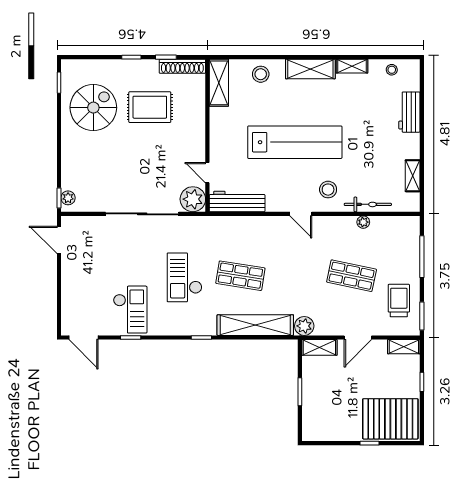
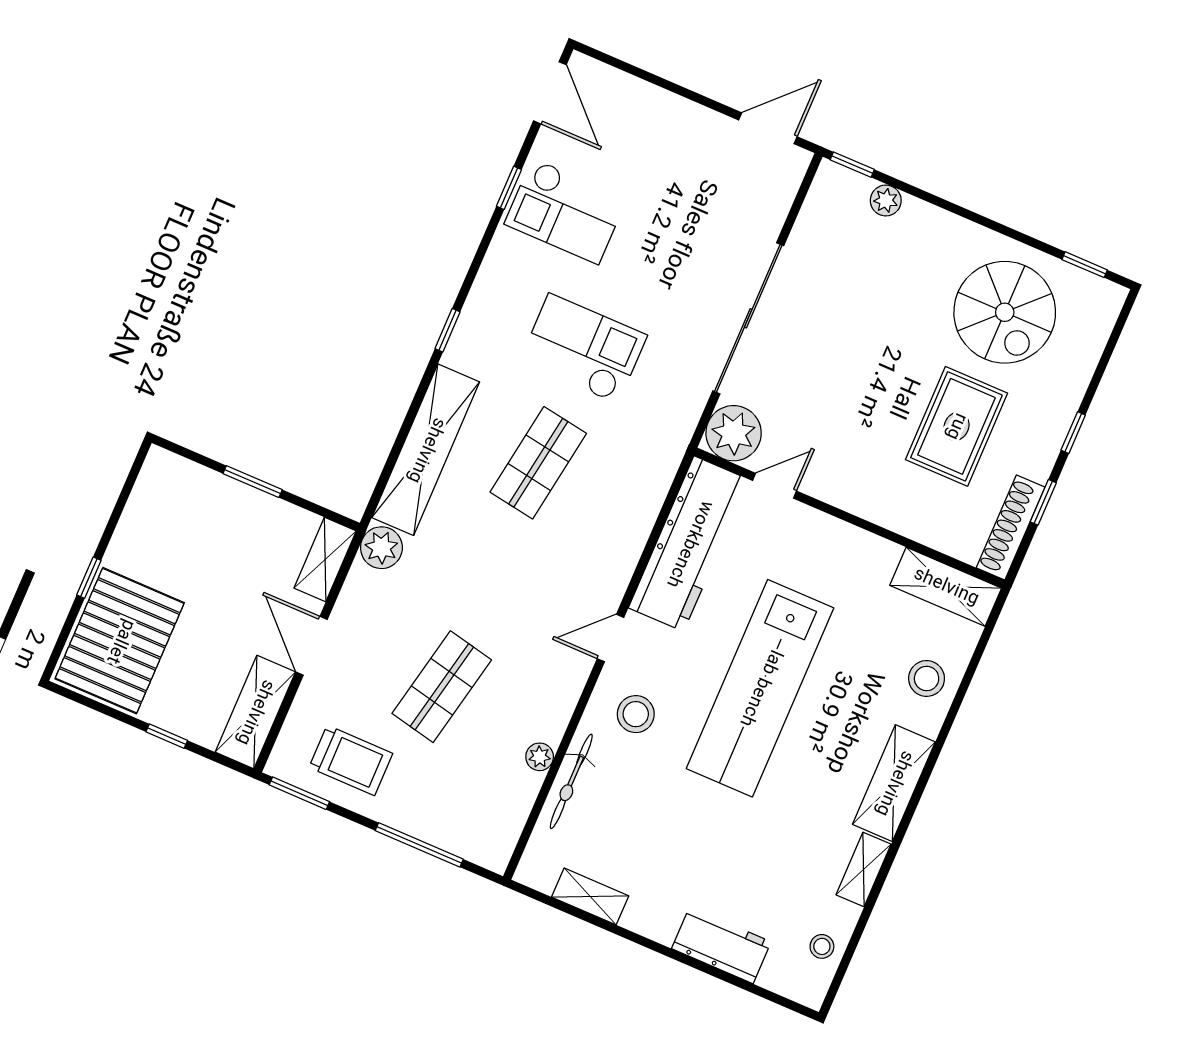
plant: (68, 198) -> (886, 201), moved
workbench: (237, 201) -> (689, 544), width x1.36, depth x1.32
door: (84, 337) -> (550, 93), swing flipped
shelving: (404, 347) -> (255, 712), width x1.50, depth x1.33

